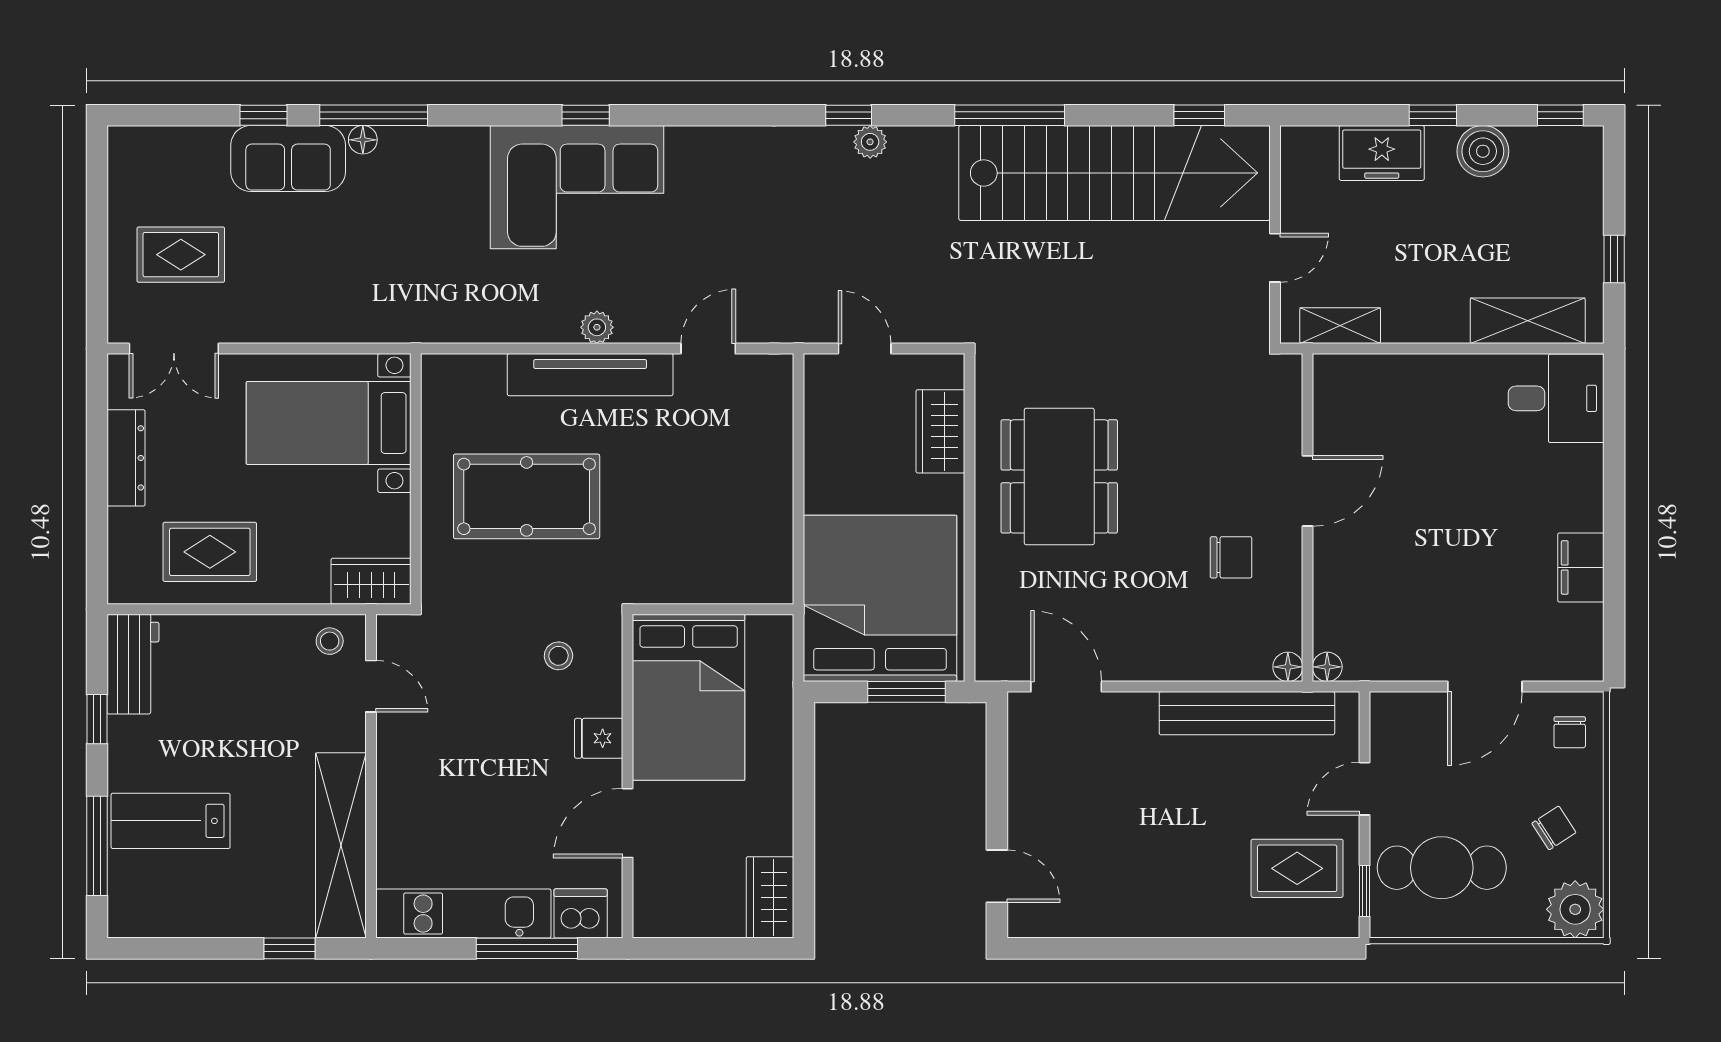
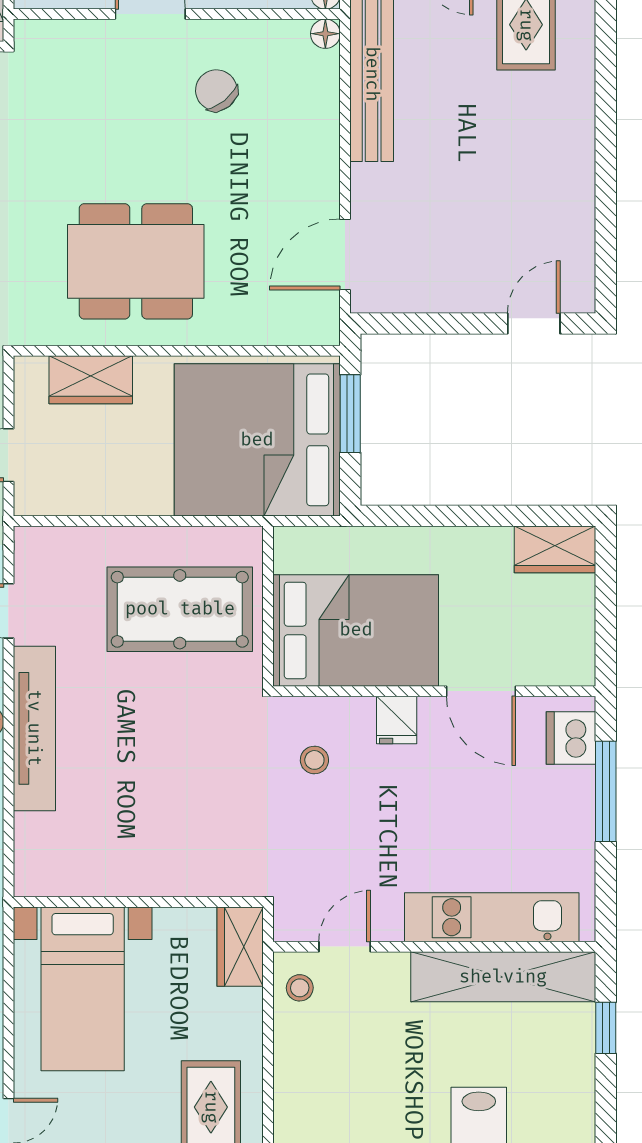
pool table: (527, 496) -> (180, 609), moved, turned 90
chair: (1231, 557) -> (216, 90), turned -39
kitchen unit: (463, 914) -> (492, 917), moved, turned 90

